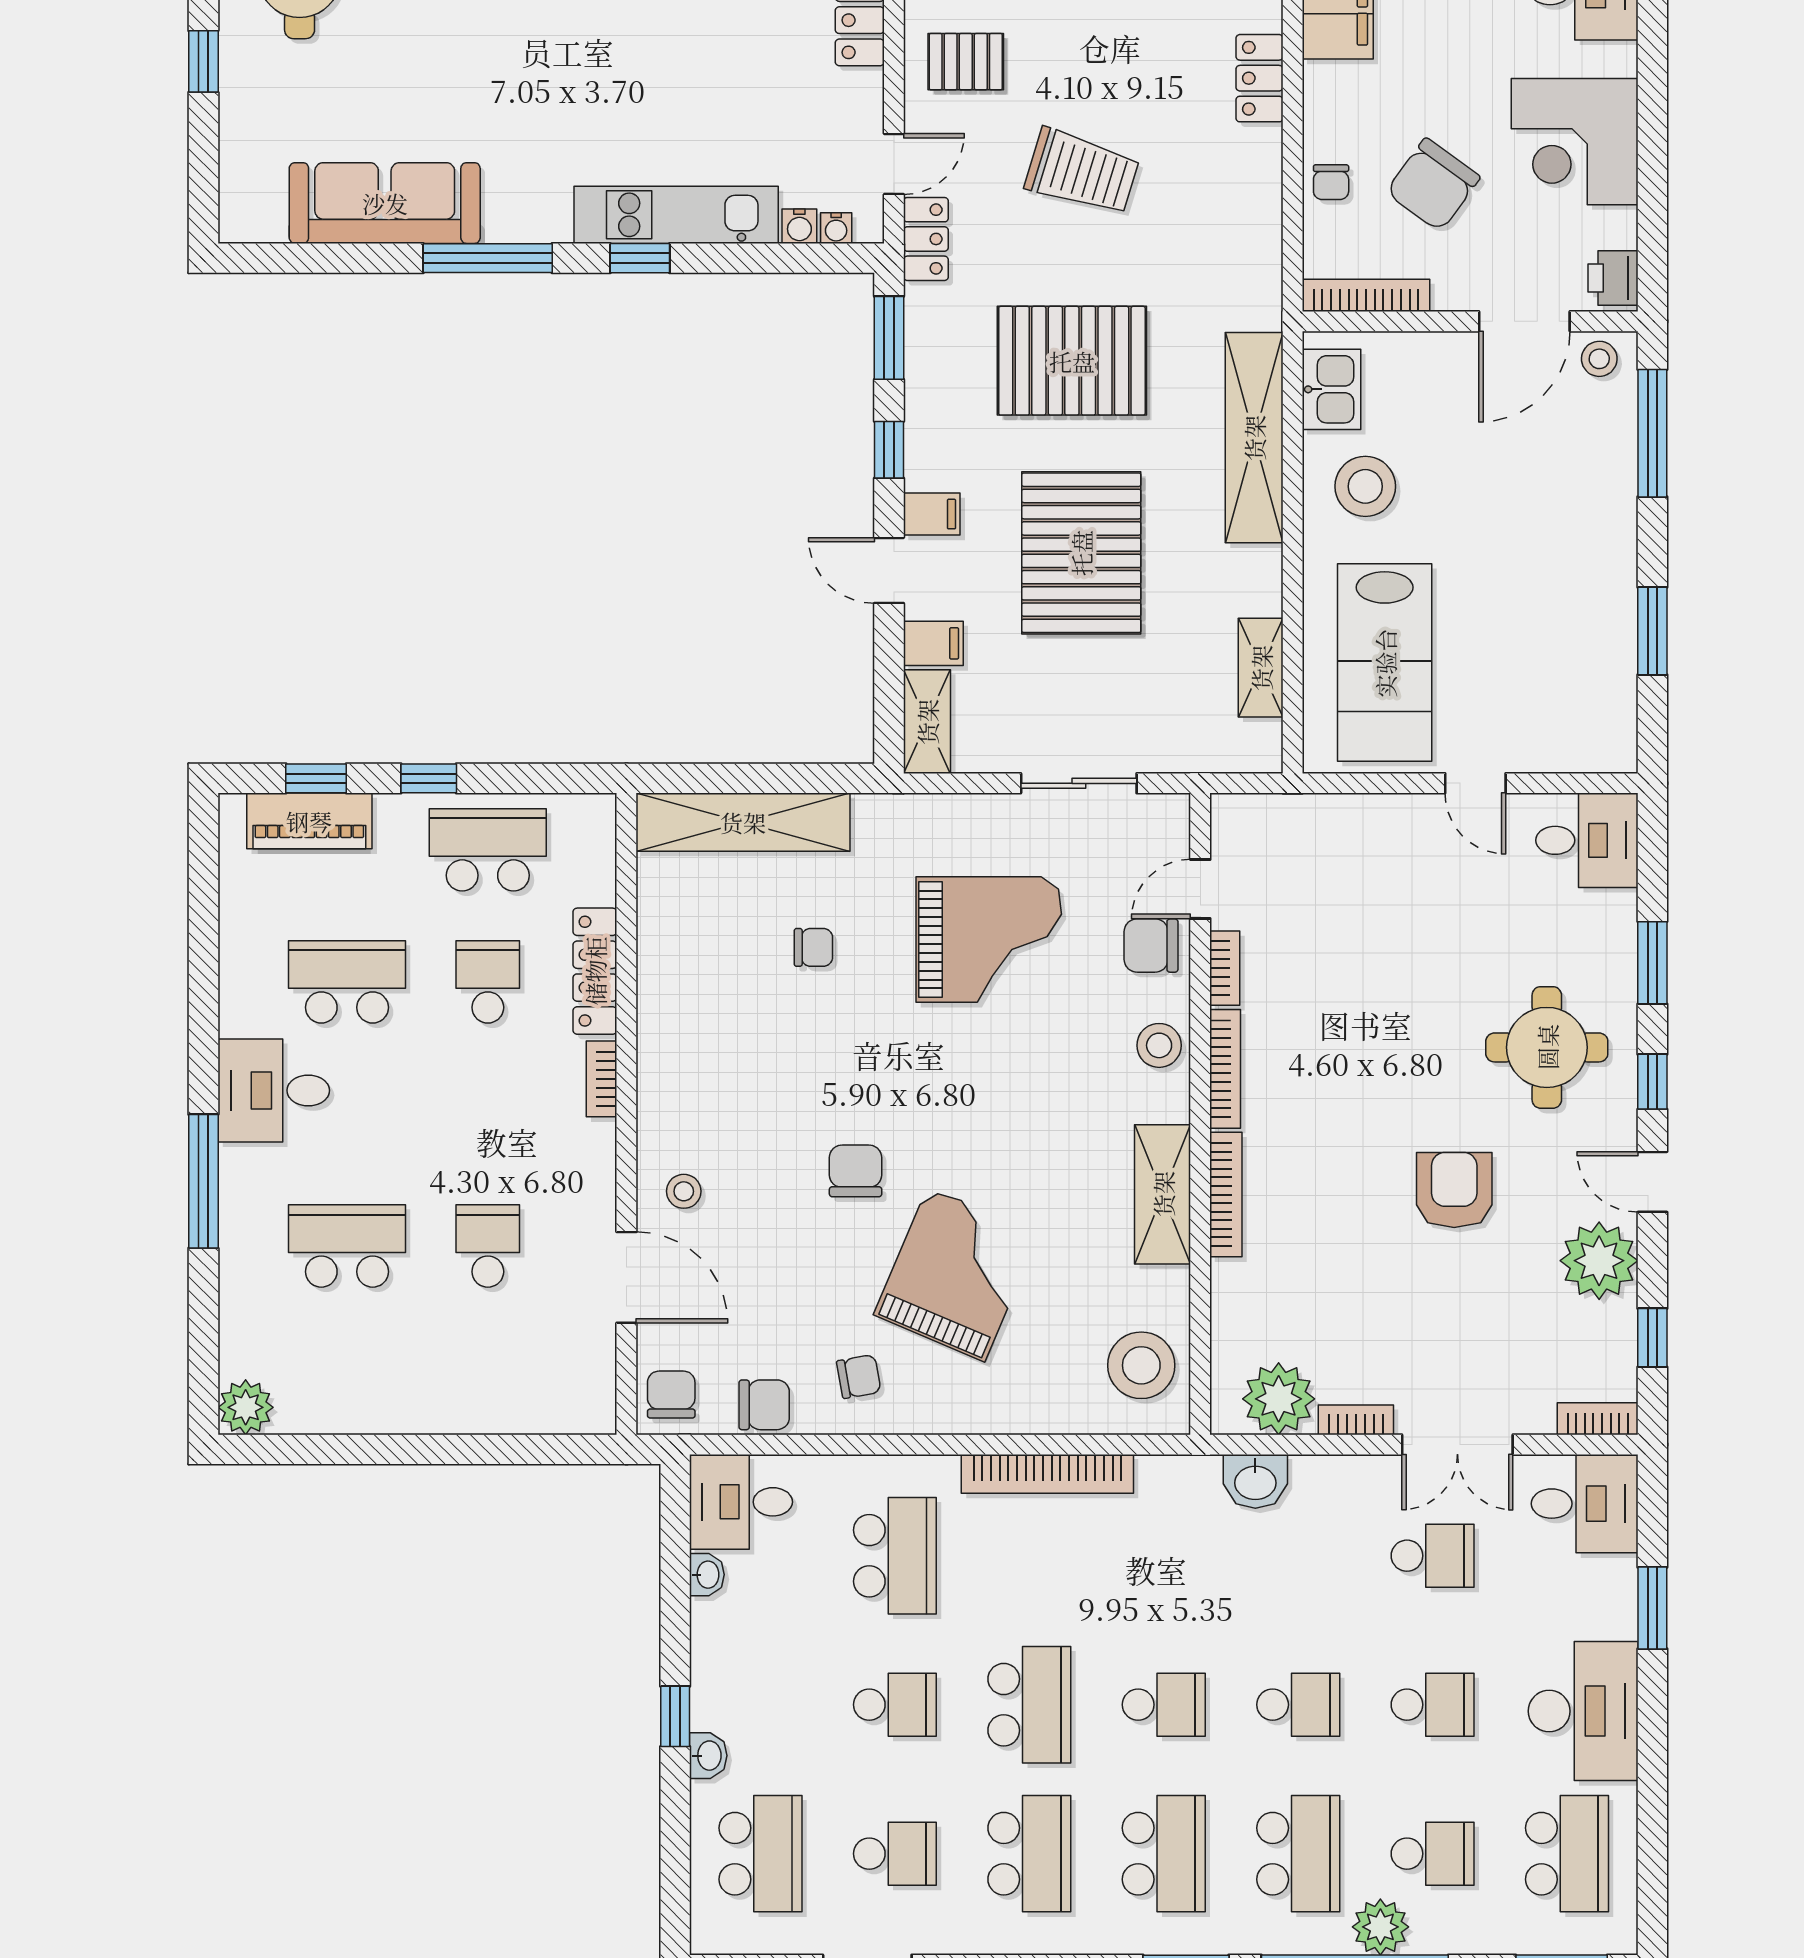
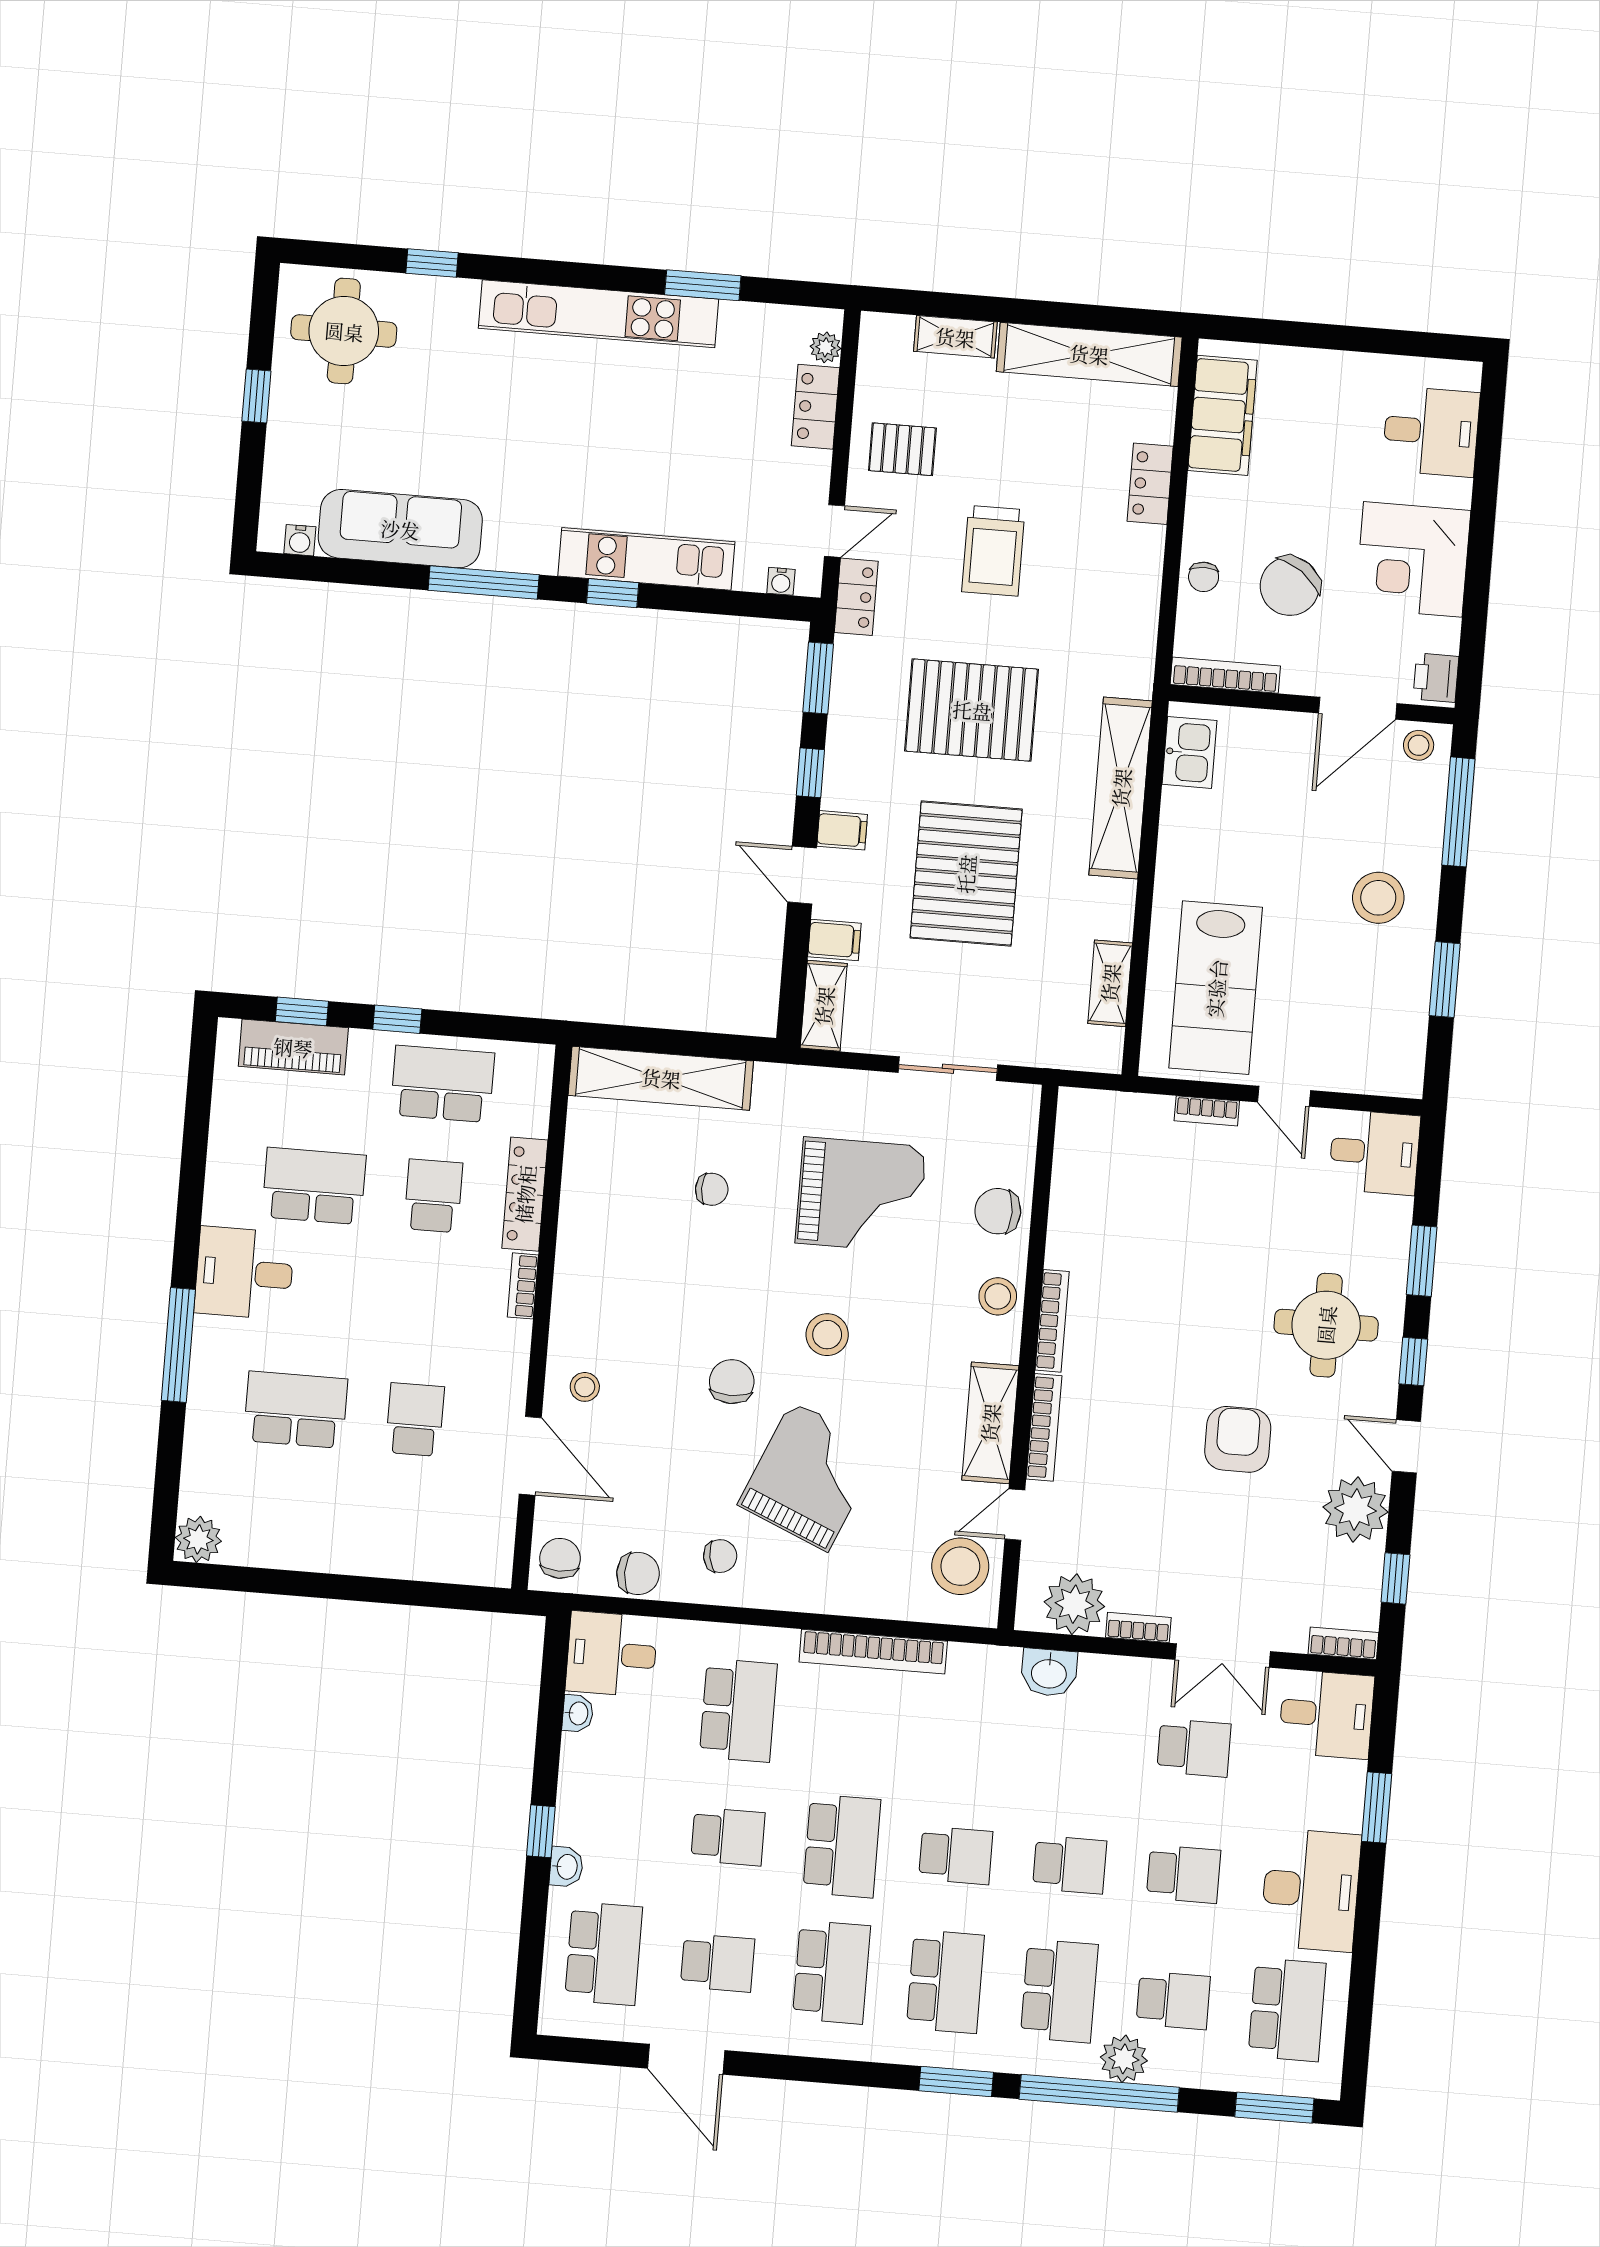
trolley: (1082, 172) -> (993, 551), turned 73
water cooler: (799, 226) -> (300, 540), moved
stool: (1365, 486) -> (1378, 898), moved
door: (1200, 889) -> (1015, 1515), moved
bookcase: (1225, 968) -> (1207, 1111), moved, turned 90
stool: (963, 1107) -> (827, 1335), added

